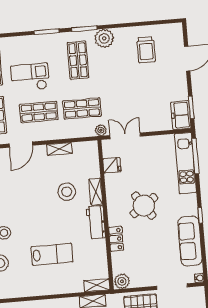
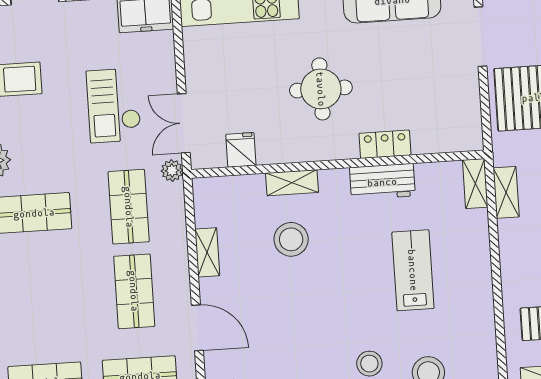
checkout: (30, 77) -> (114, 105), moved
round table: (144, 206) -> (321, 89), turned 35
workbench: (96, 222) -> (382, 182), moved
plant: (122, 281) -> (468, 134), removed

